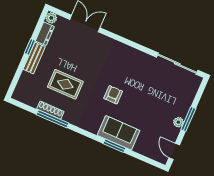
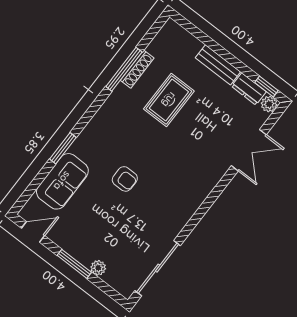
window: (30, 47) -> (266, 87), moved
armchair: (113, 95) -> (125, 179), moved
plant: (178, 122) -> (98, 268), moved
sofa: (119, 133) -> (62, 181), moved

